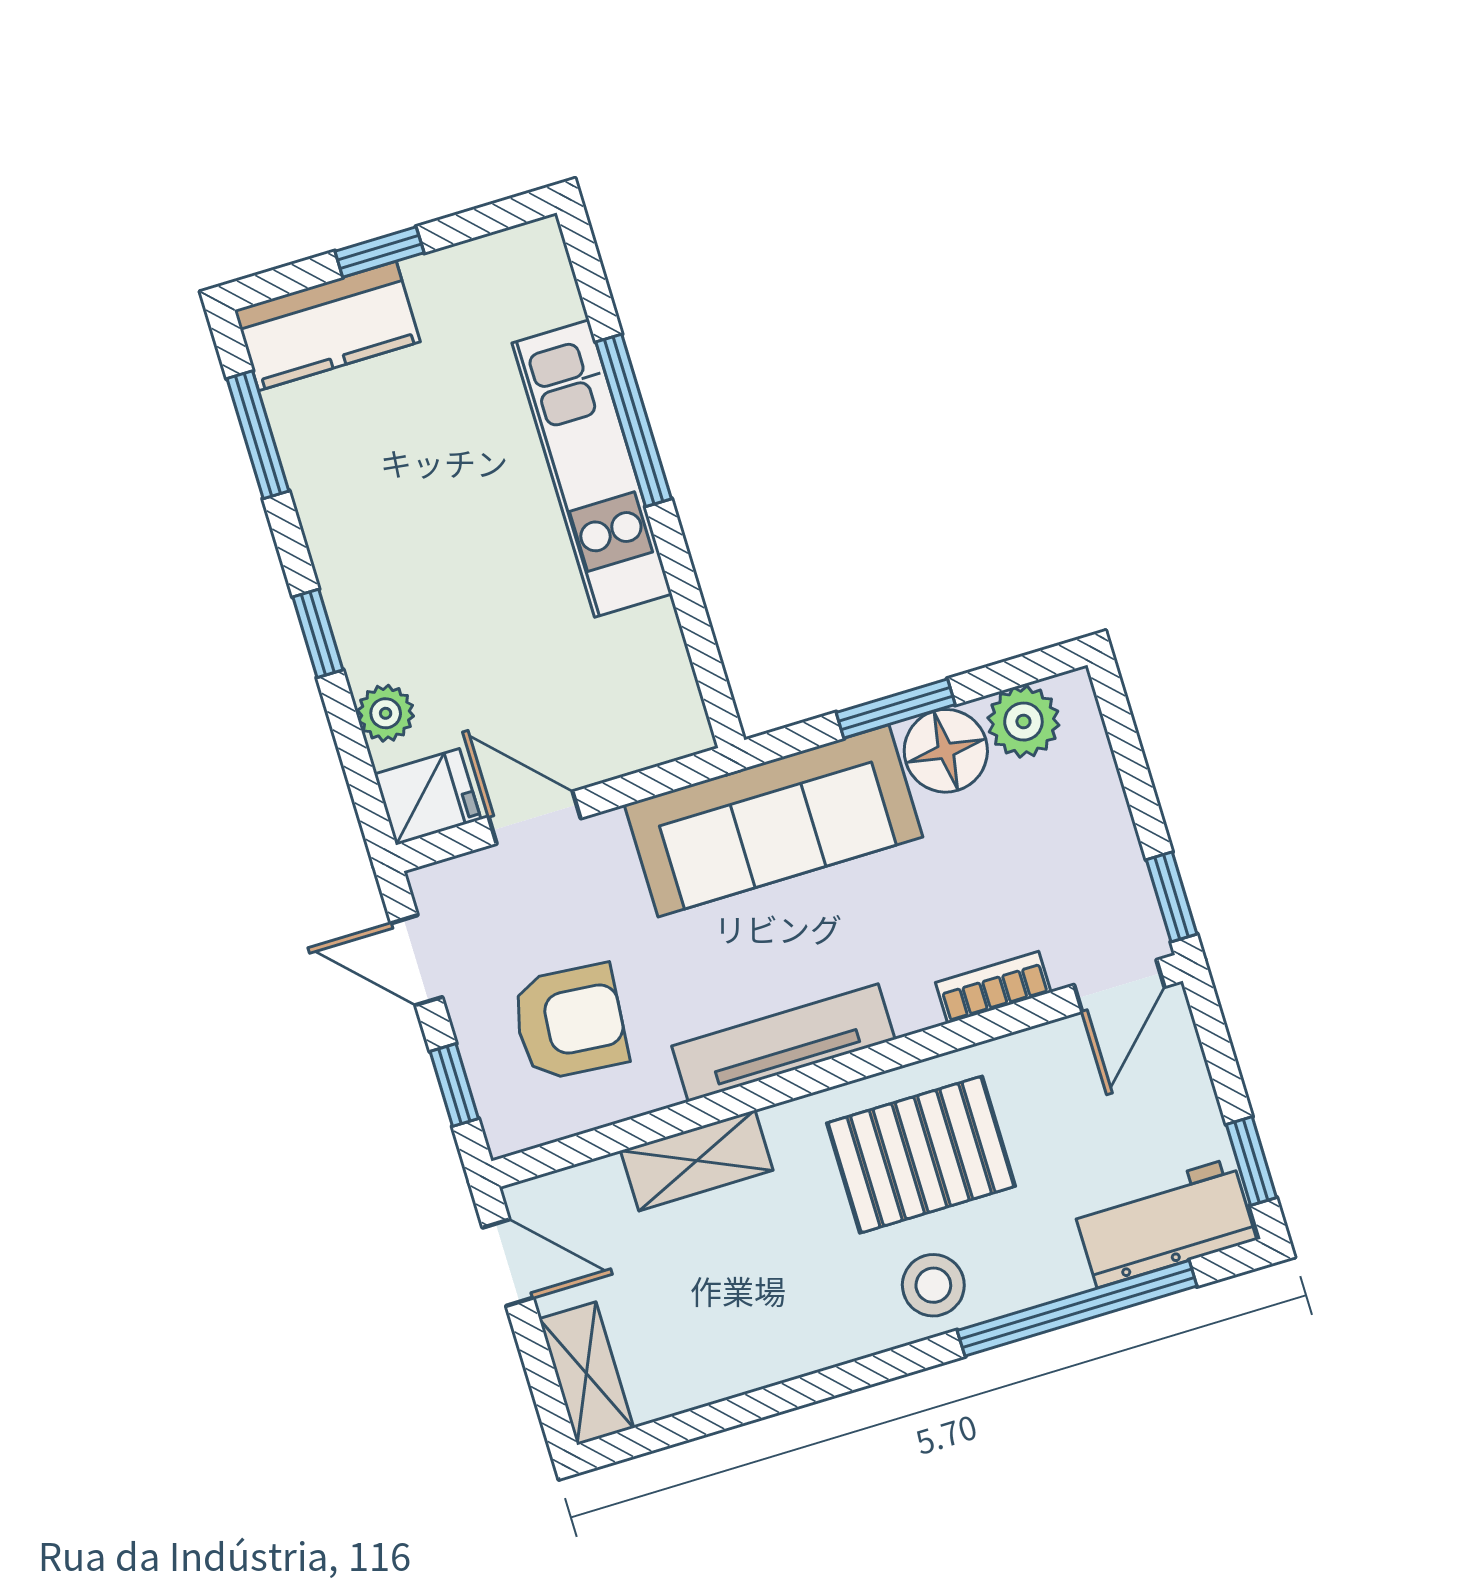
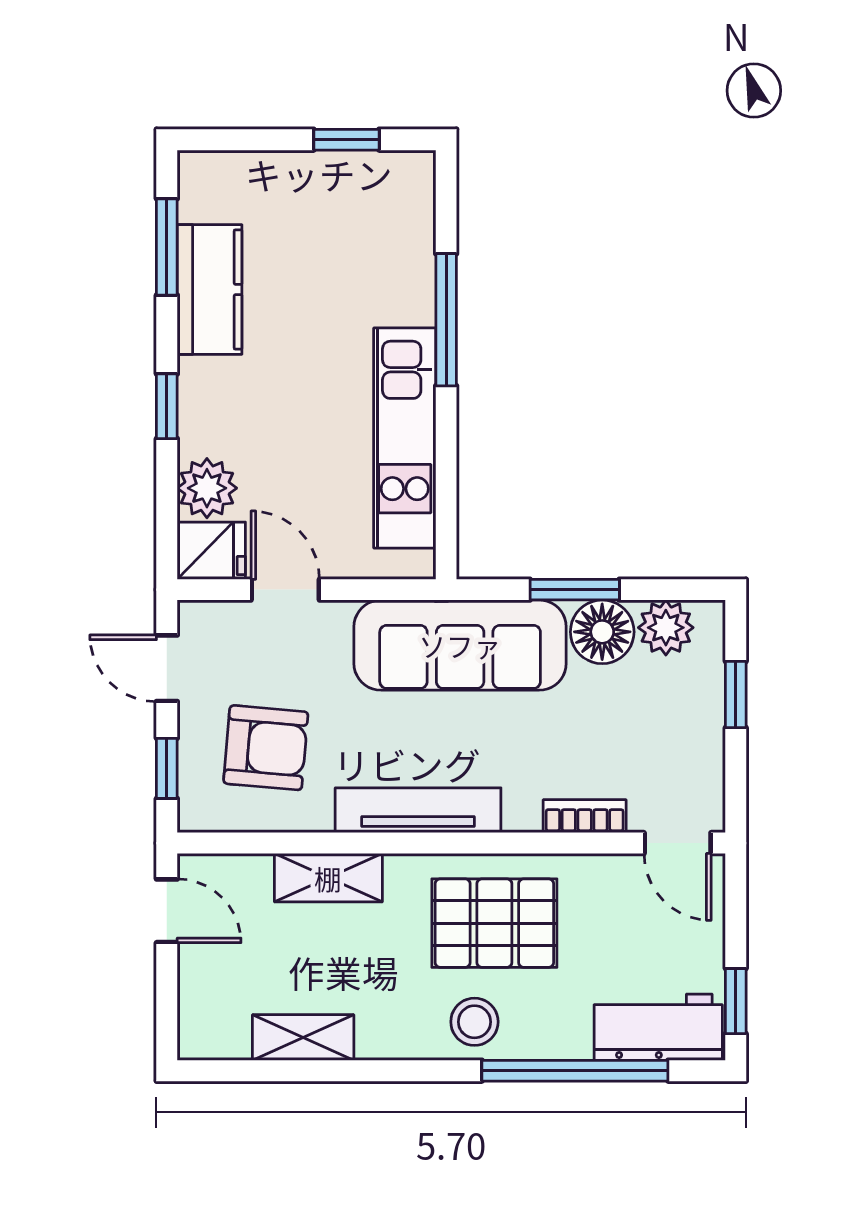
window: (379, 252) -> (346, 140), moved
kitchen counter: (327, 326) -> (210, 289), moved, turned -90
kitchen unit: (592, 469) -> (405, 438), moved
plant: (386, 713) -> (207, 488), width x1.38, depth x1.38
window: (1172, 897) -> (736, 695), moved
door: (1119, 986) -> (678, 843), hinge flipped
shelving: (586, 1373) -> (303, 1037), moved, turned 90

